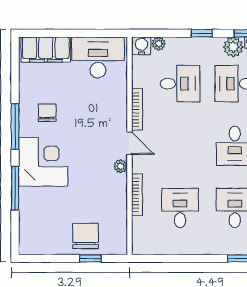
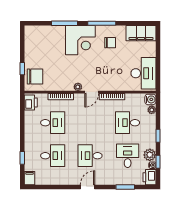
filing cabinet: (46, 50) -> (141, 33), moved, turned -90
desk: (180, 84) -> (128, 123), turned 90
chair: (86, 236) -> (35, 76), moved
printer: (147, 244) -> (31, 103), added

